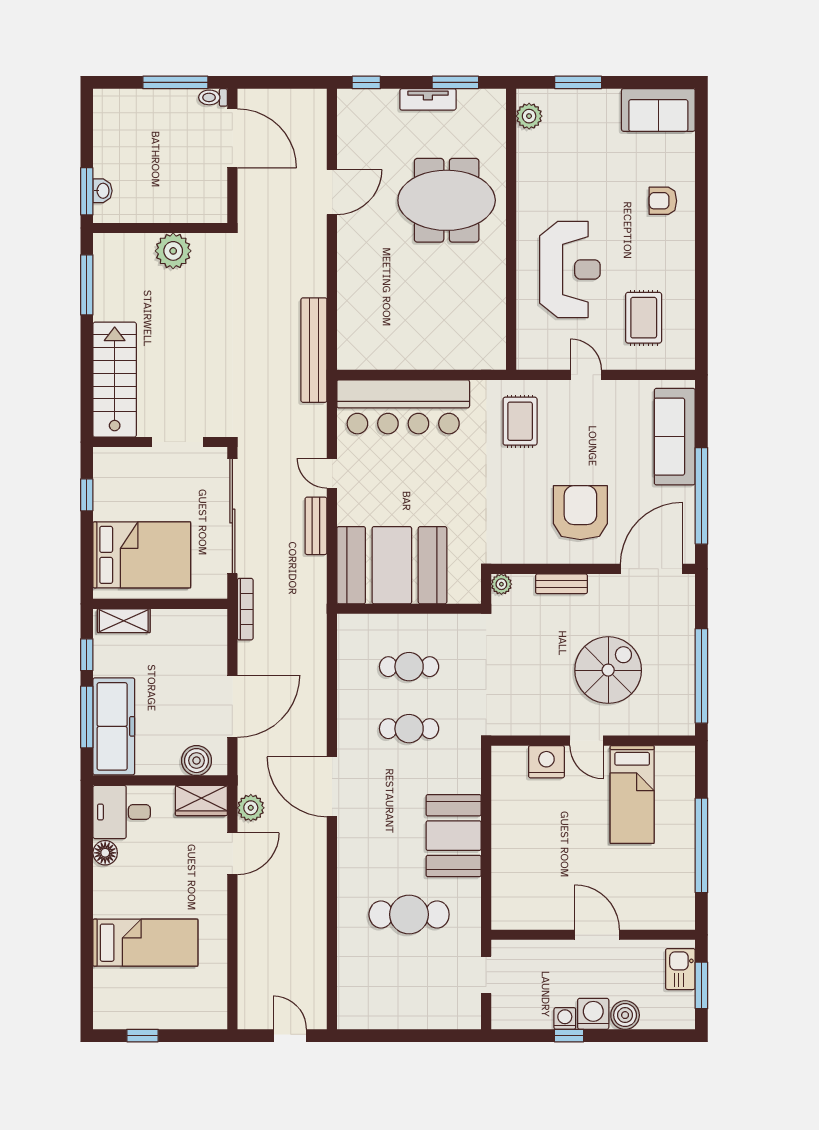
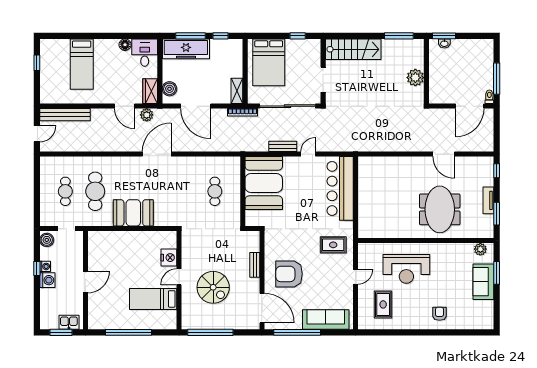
sofa: (658, 110) -> (483, 282), moved
rug: (644, 318) -> (383, 304), turned 90
bench: (314, 350) -> (65, 115), moved
armchair: (580, 513) -> (289, 274), turned 180
plant: (501, 584) -> (255, 236), removed
shelving: (124, 621) -> (237, 91), moved
cafe table: (409, 729) -> (65, 191), moved
boiler: (625, 1015) -> (47, 240), moved

